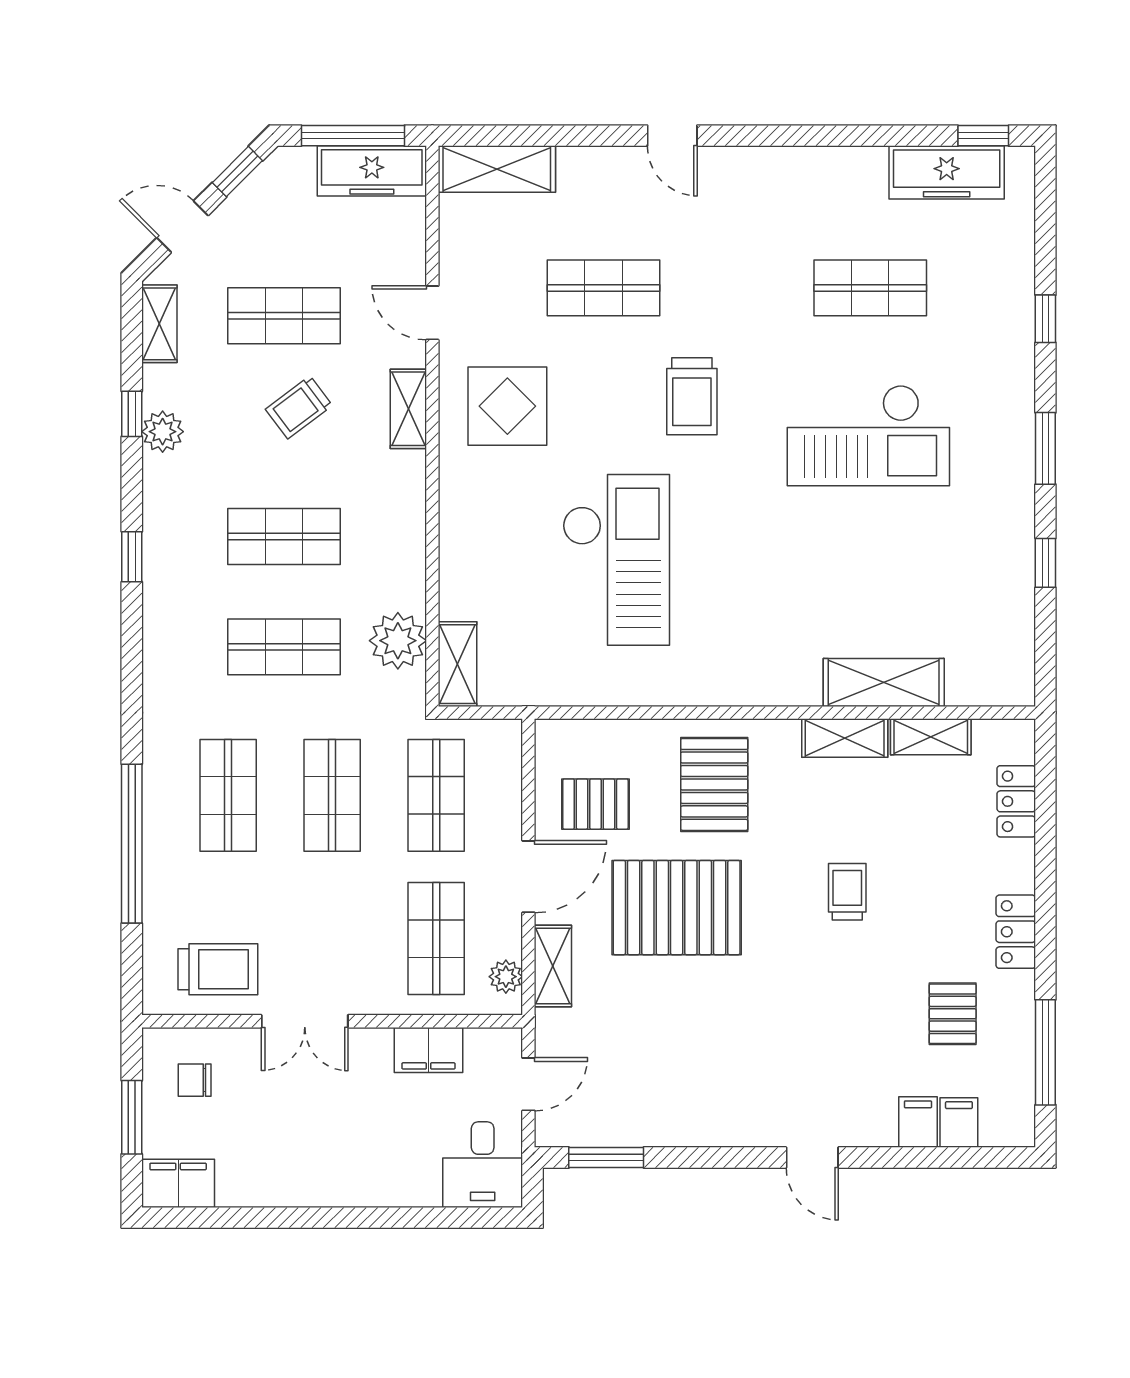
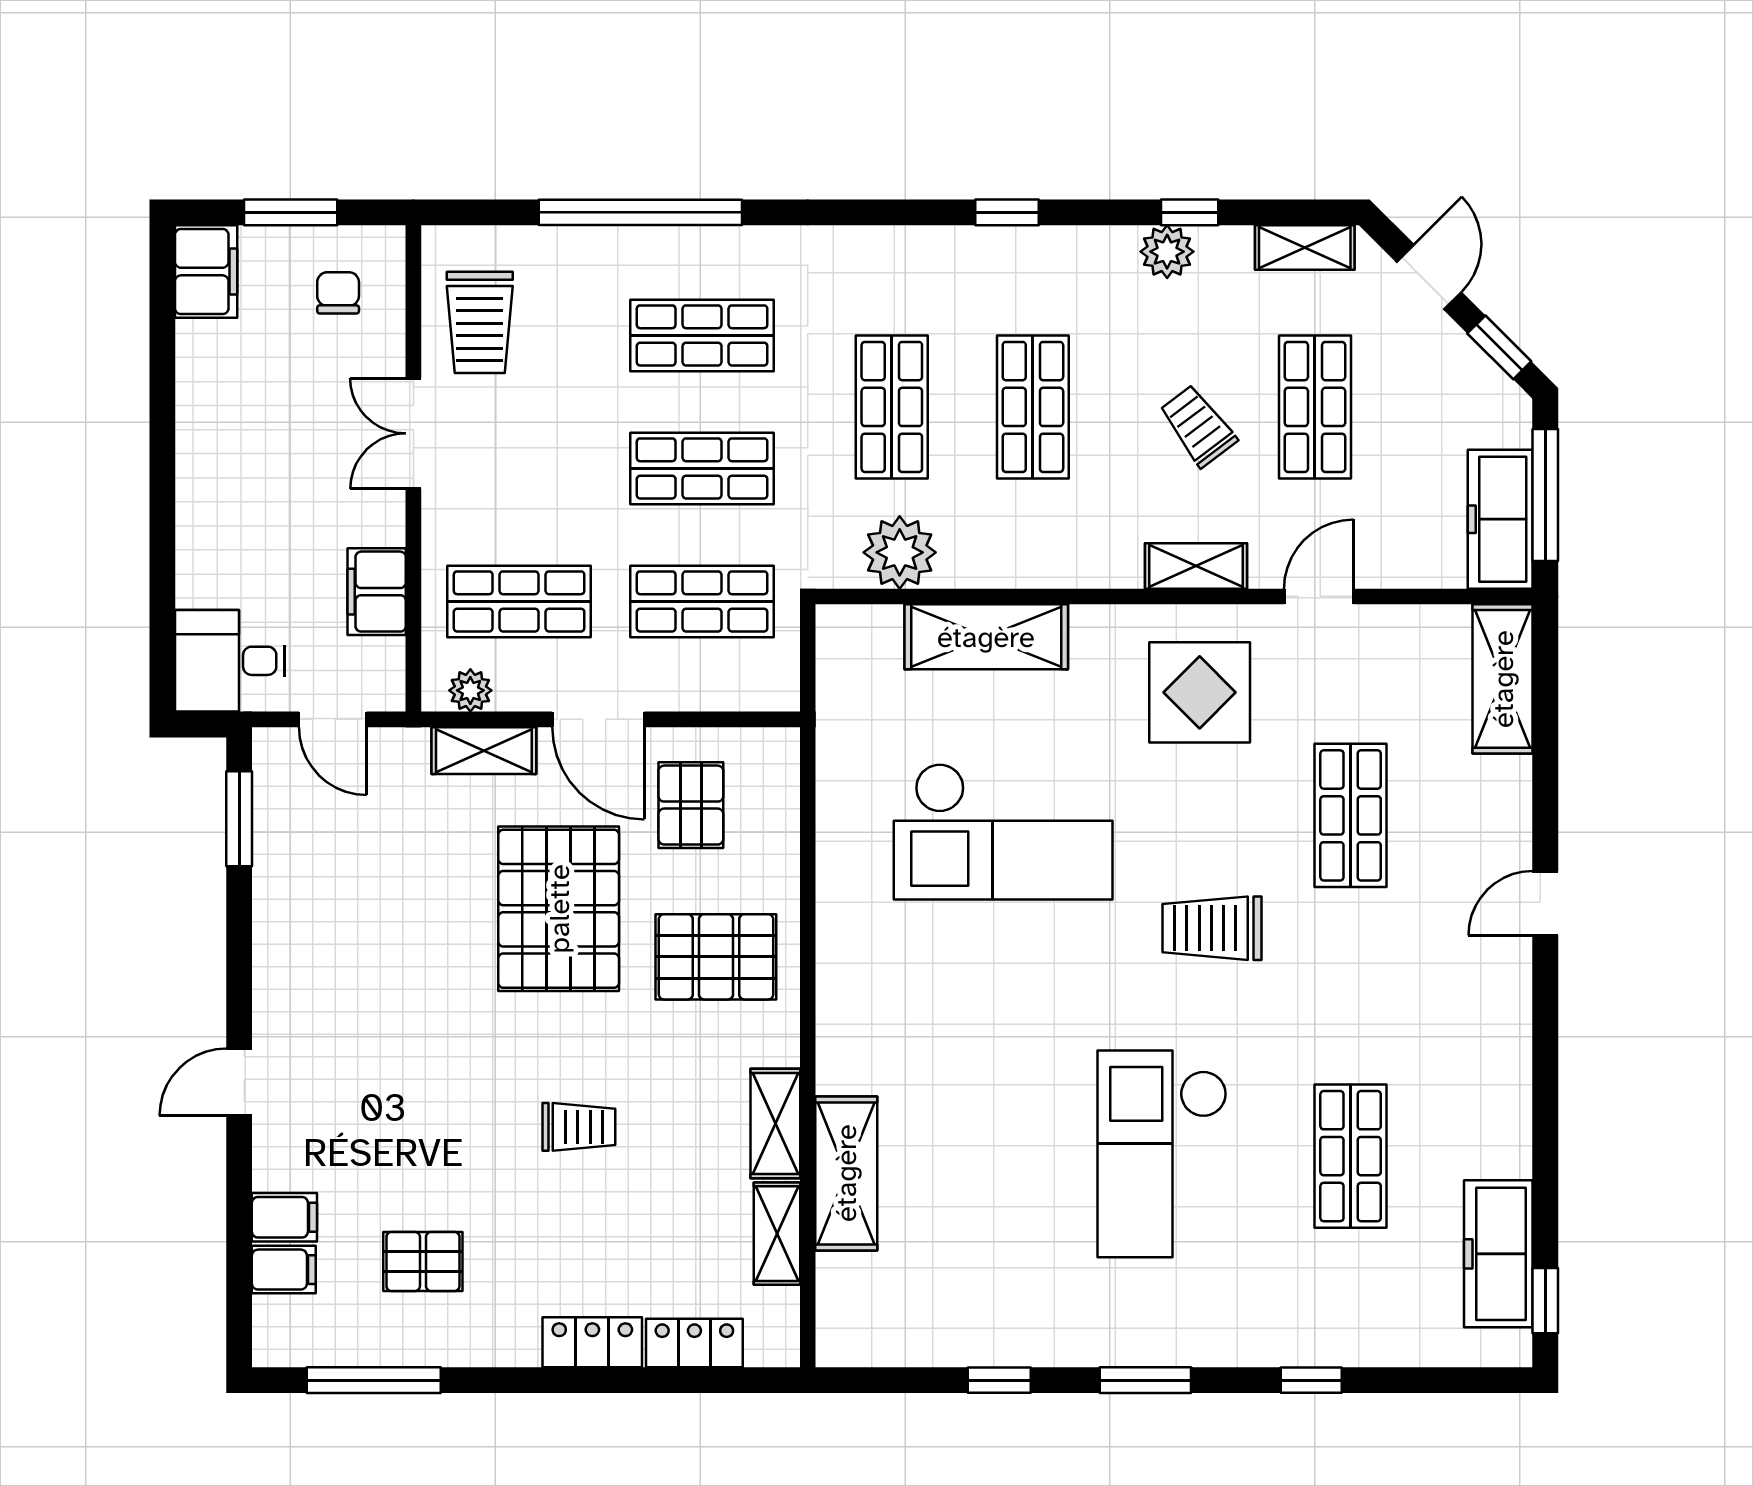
shelving: (457, 664) -> (986, 637), moved, width x1.50, depth x1.33
locker: (1016, 932) -> (592, 1342), moved

